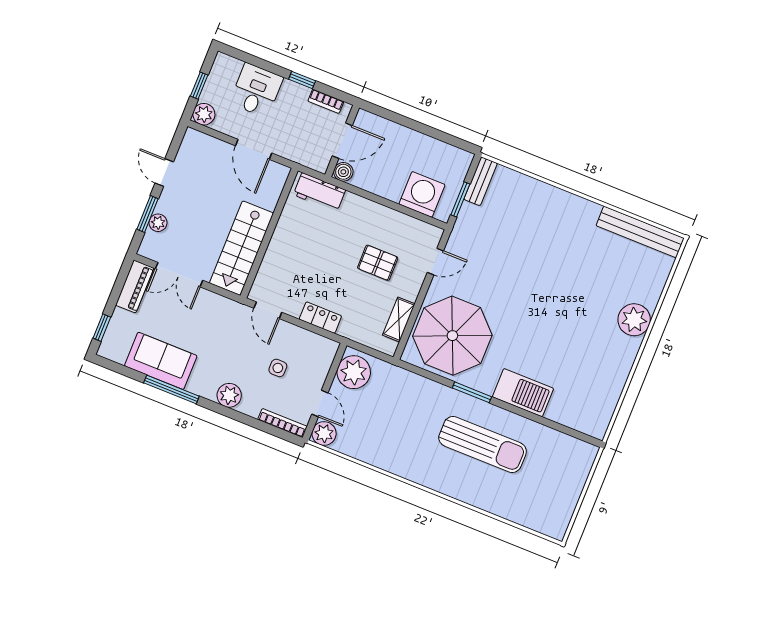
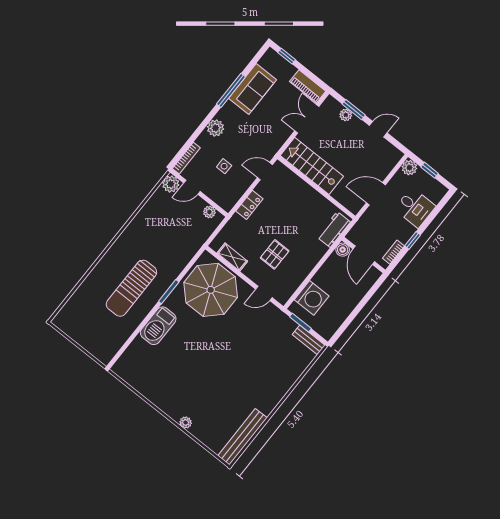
door: (435, 262) -> (264, 293), hinge flipped
plant: (634, 320) -> (186, 422), width x0.53, depth x0.53
plant: (354, 372) -> (209, 212), width x0.53, depth x0.53

